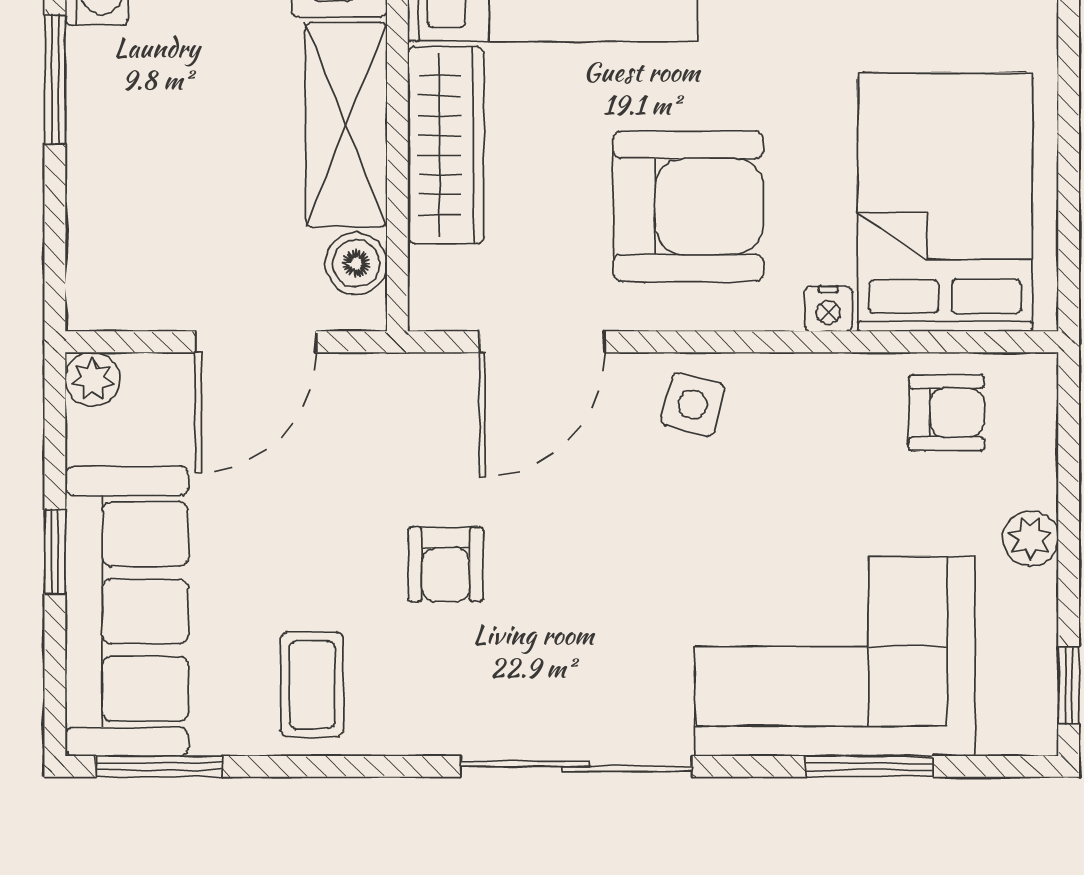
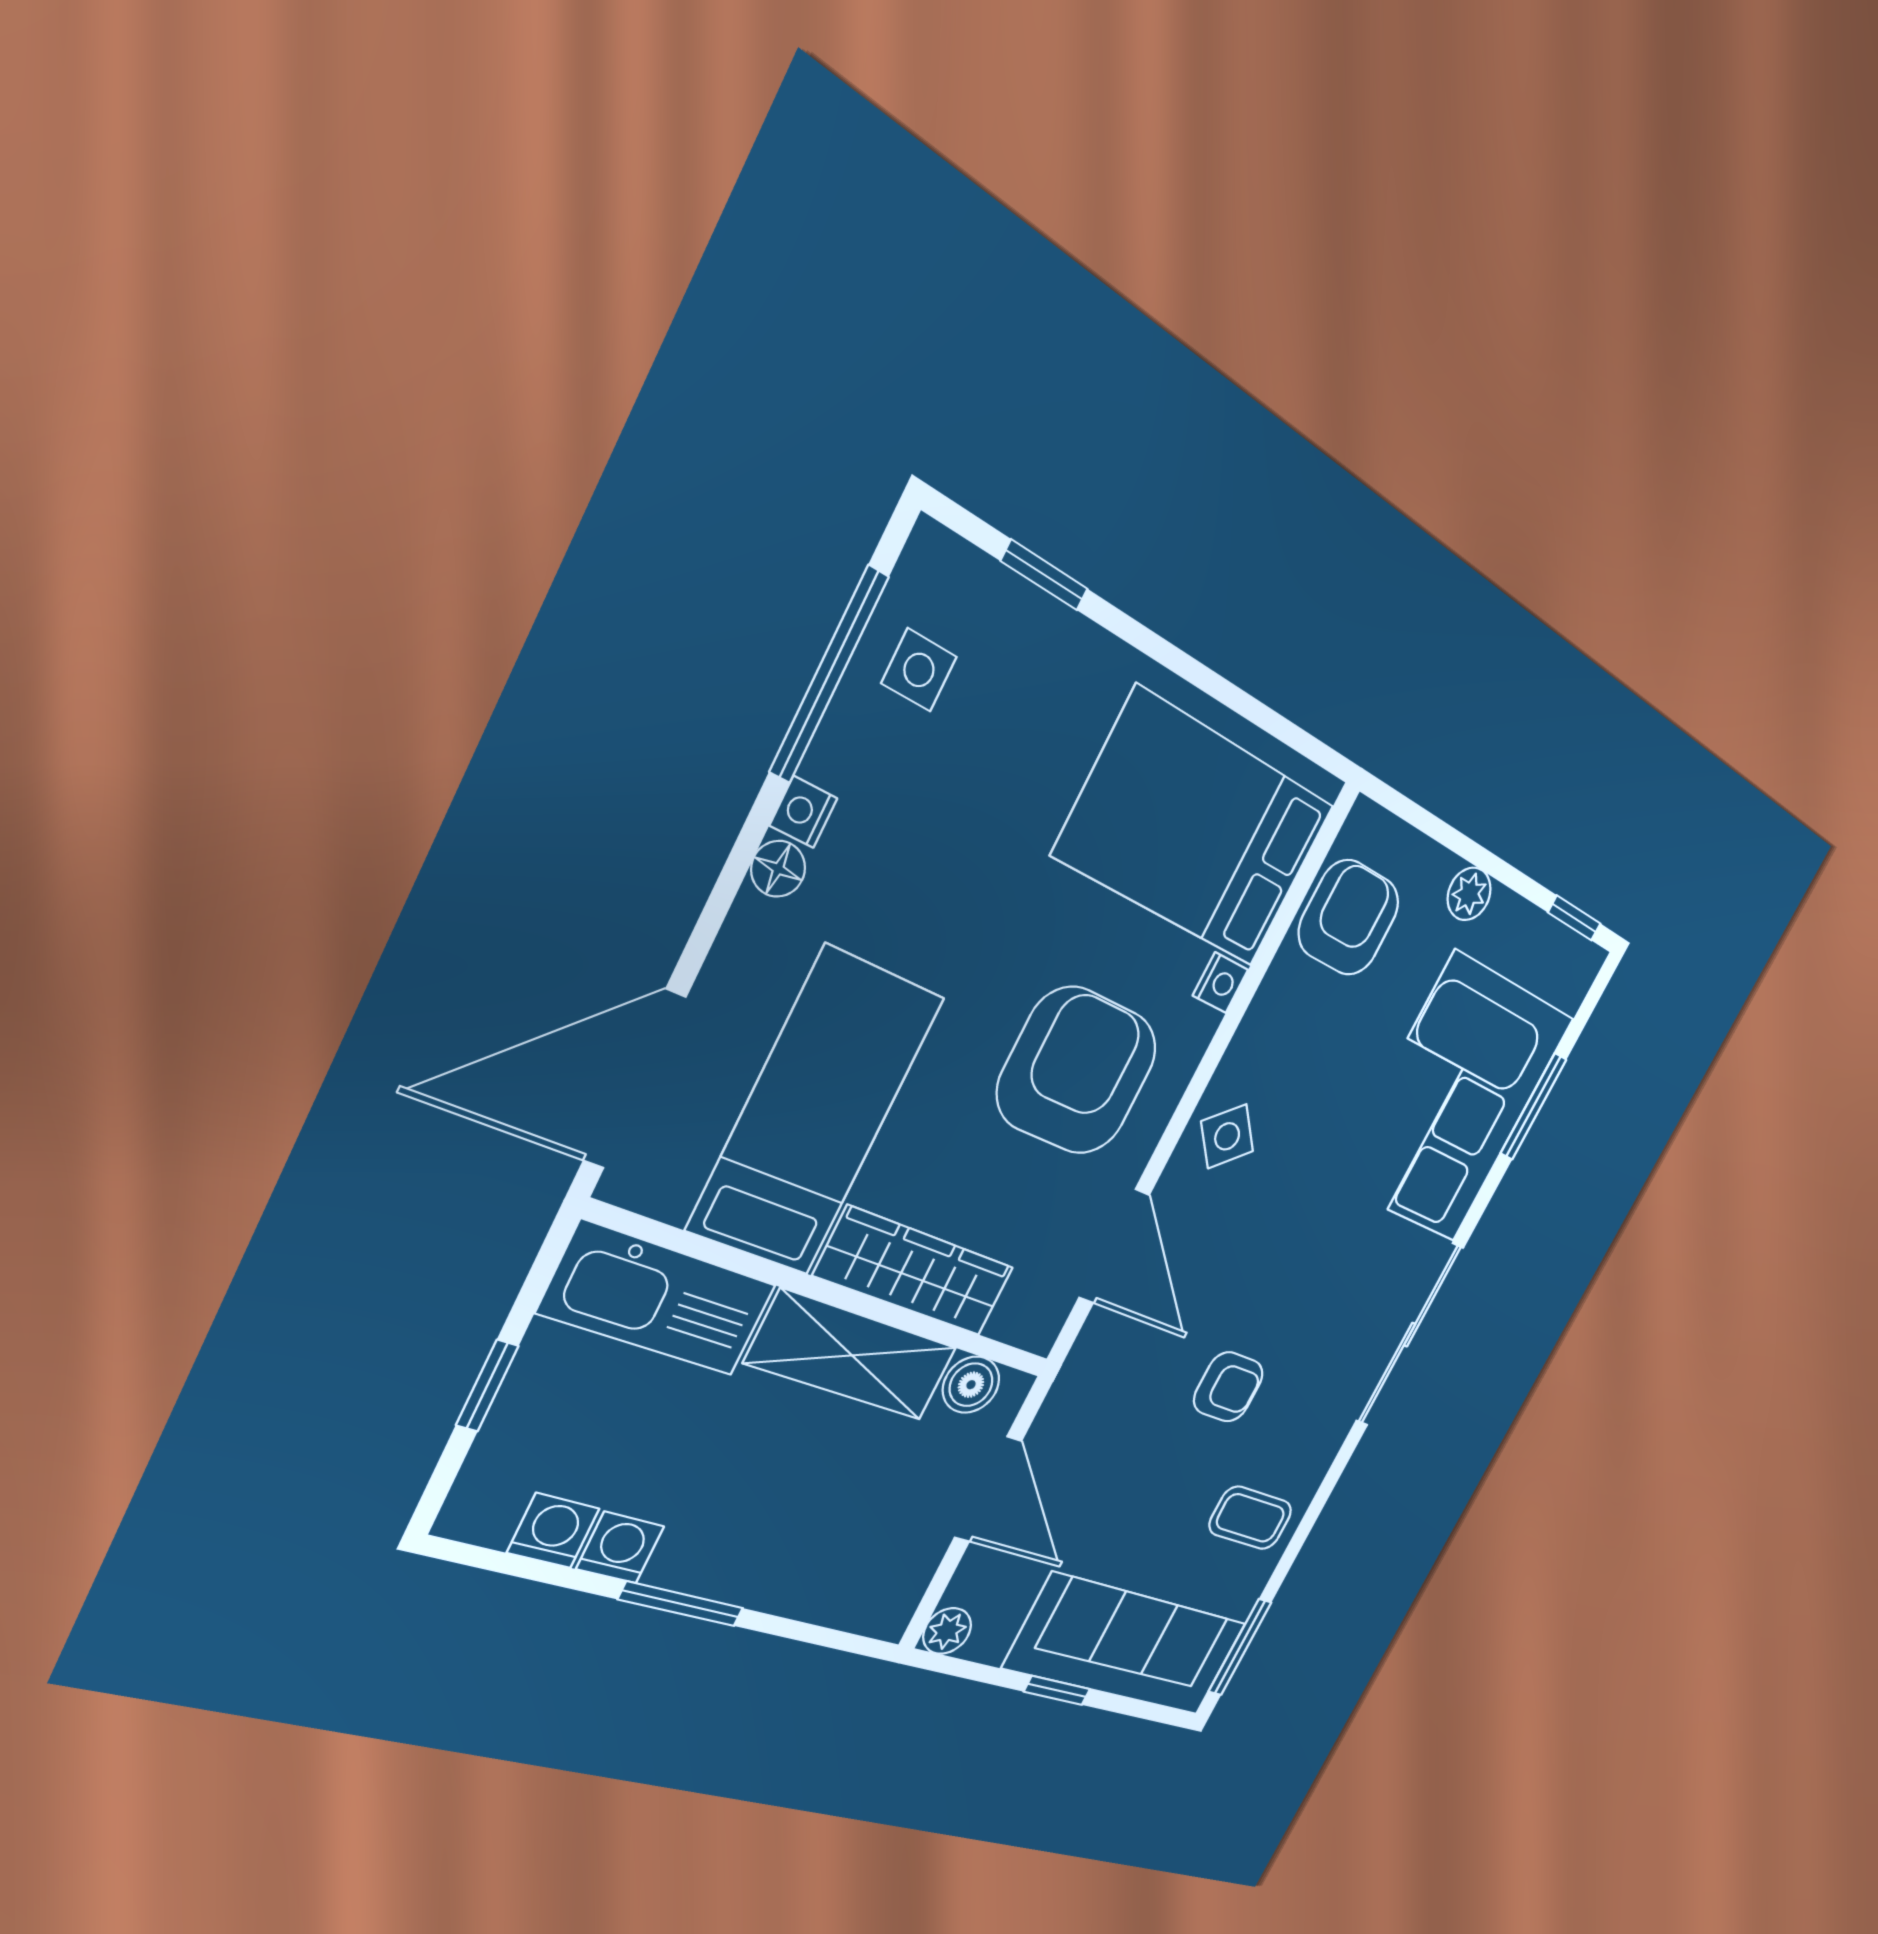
side table: (693, 404) -> (1227, 1136), turned 34
armchair: (947, 413) -> (1349, 918), width x1.38, depth x1.38

